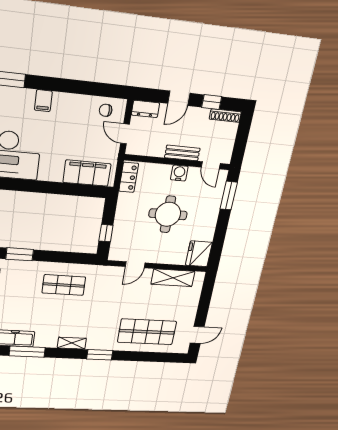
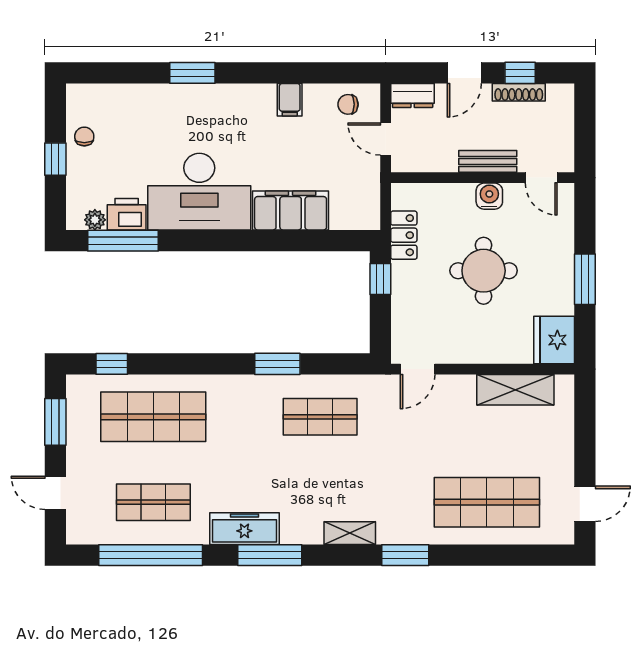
filing cabinet: (43, 101) -> (290, 100), moved
shoe rack: (225, 116) -> (519, 92), moved
filing cabinet: (87, 173) -> (291, 211), moved
locker: (129, 177) -> (404, 235), moved
window: (229, 196) -> (585, 279), moved
window: (106, 233) -> (380, 279), moved
window: (20, 254) -> (277, 364), moved
door: (135, 265) -> (418, 369), moved

